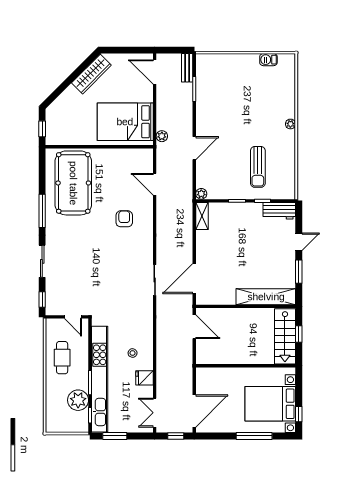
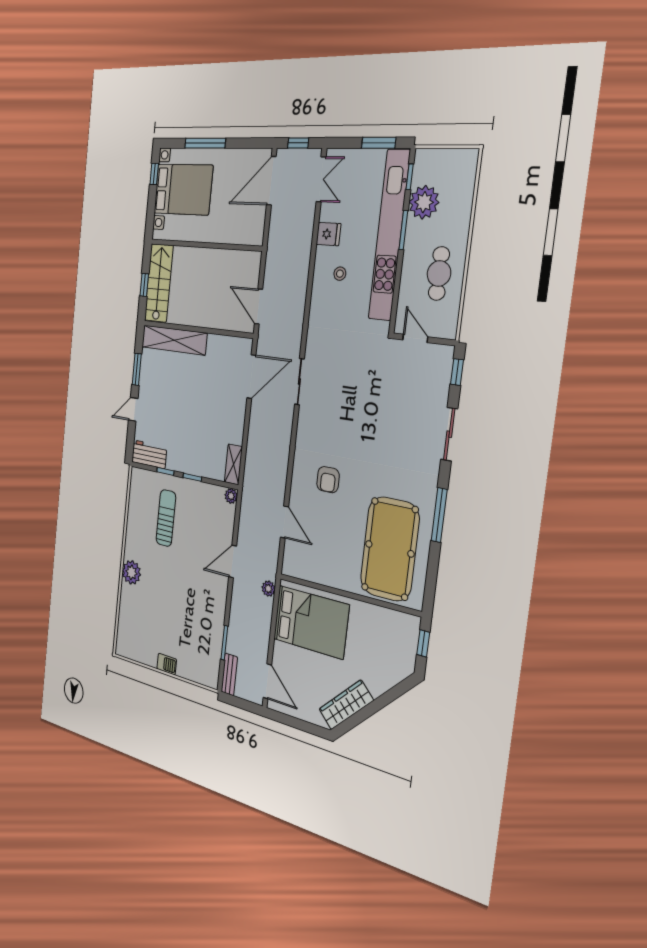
barbecue: (268, 60) -> (167, 664), moved
plant: (290, 124) -> (131, 572), width x1.87, depth x1.87

